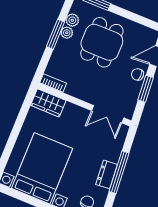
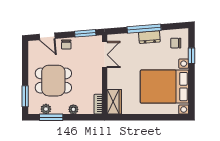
plant: (67, 33) -> (73, 109), moved
window: (55, 34) -> (51, 117), moved
window: (146, 89) -> (85, 33), moved

